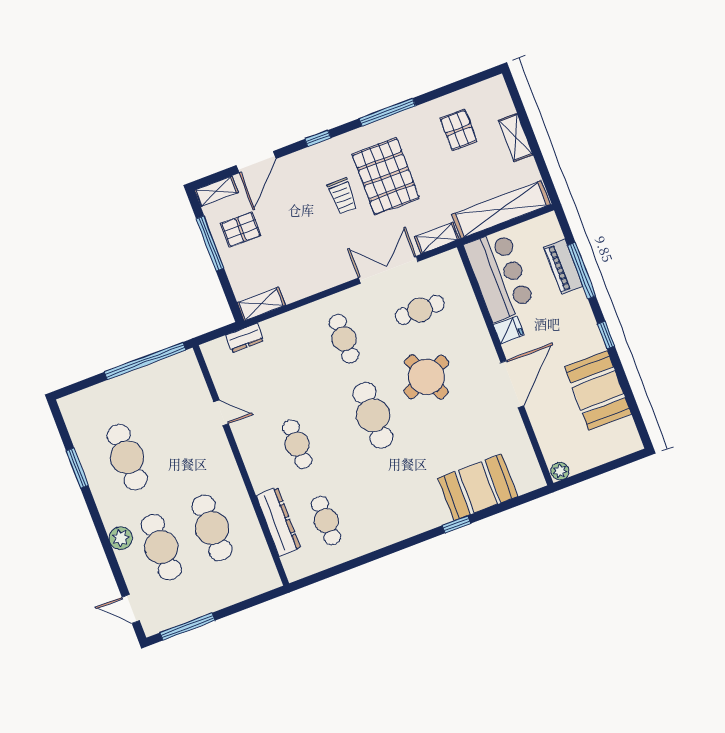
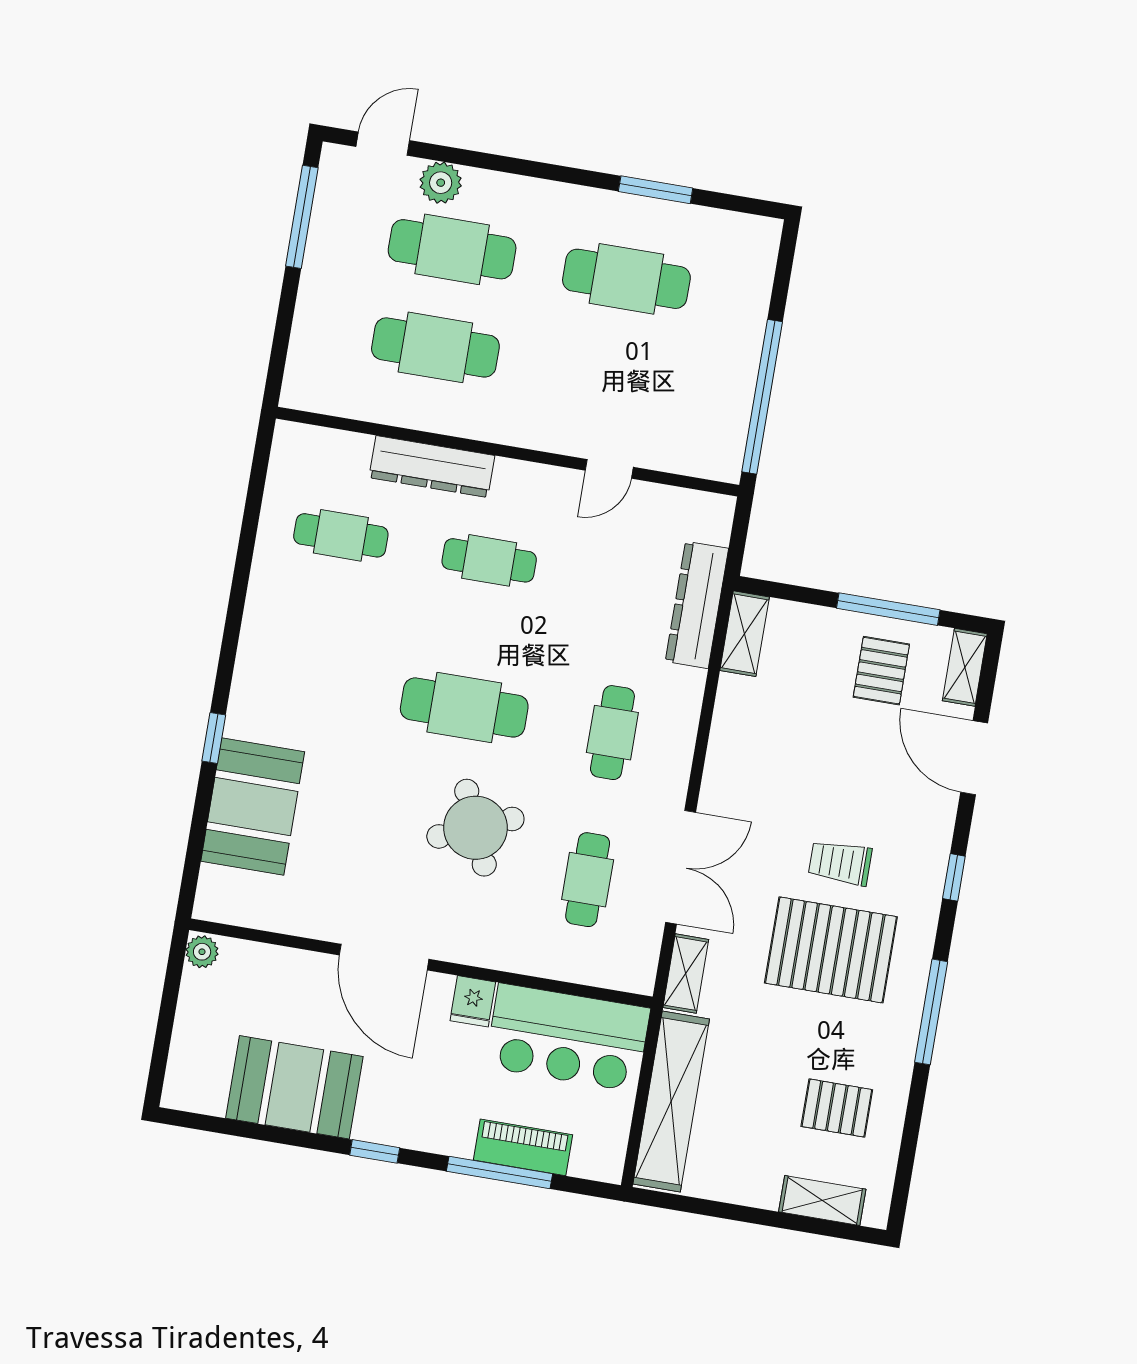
shelving: (516, 137) -> (822, 1200), moved
dresser: (245, 338) -> (697, 605), width x1.96, depth x1.24
cafe table: (344, 339) -> (612, 733), turned 90
dresser: (278, 522) -> (432, 467), moved
plant: (121, 538) -> (441, 183), moved

